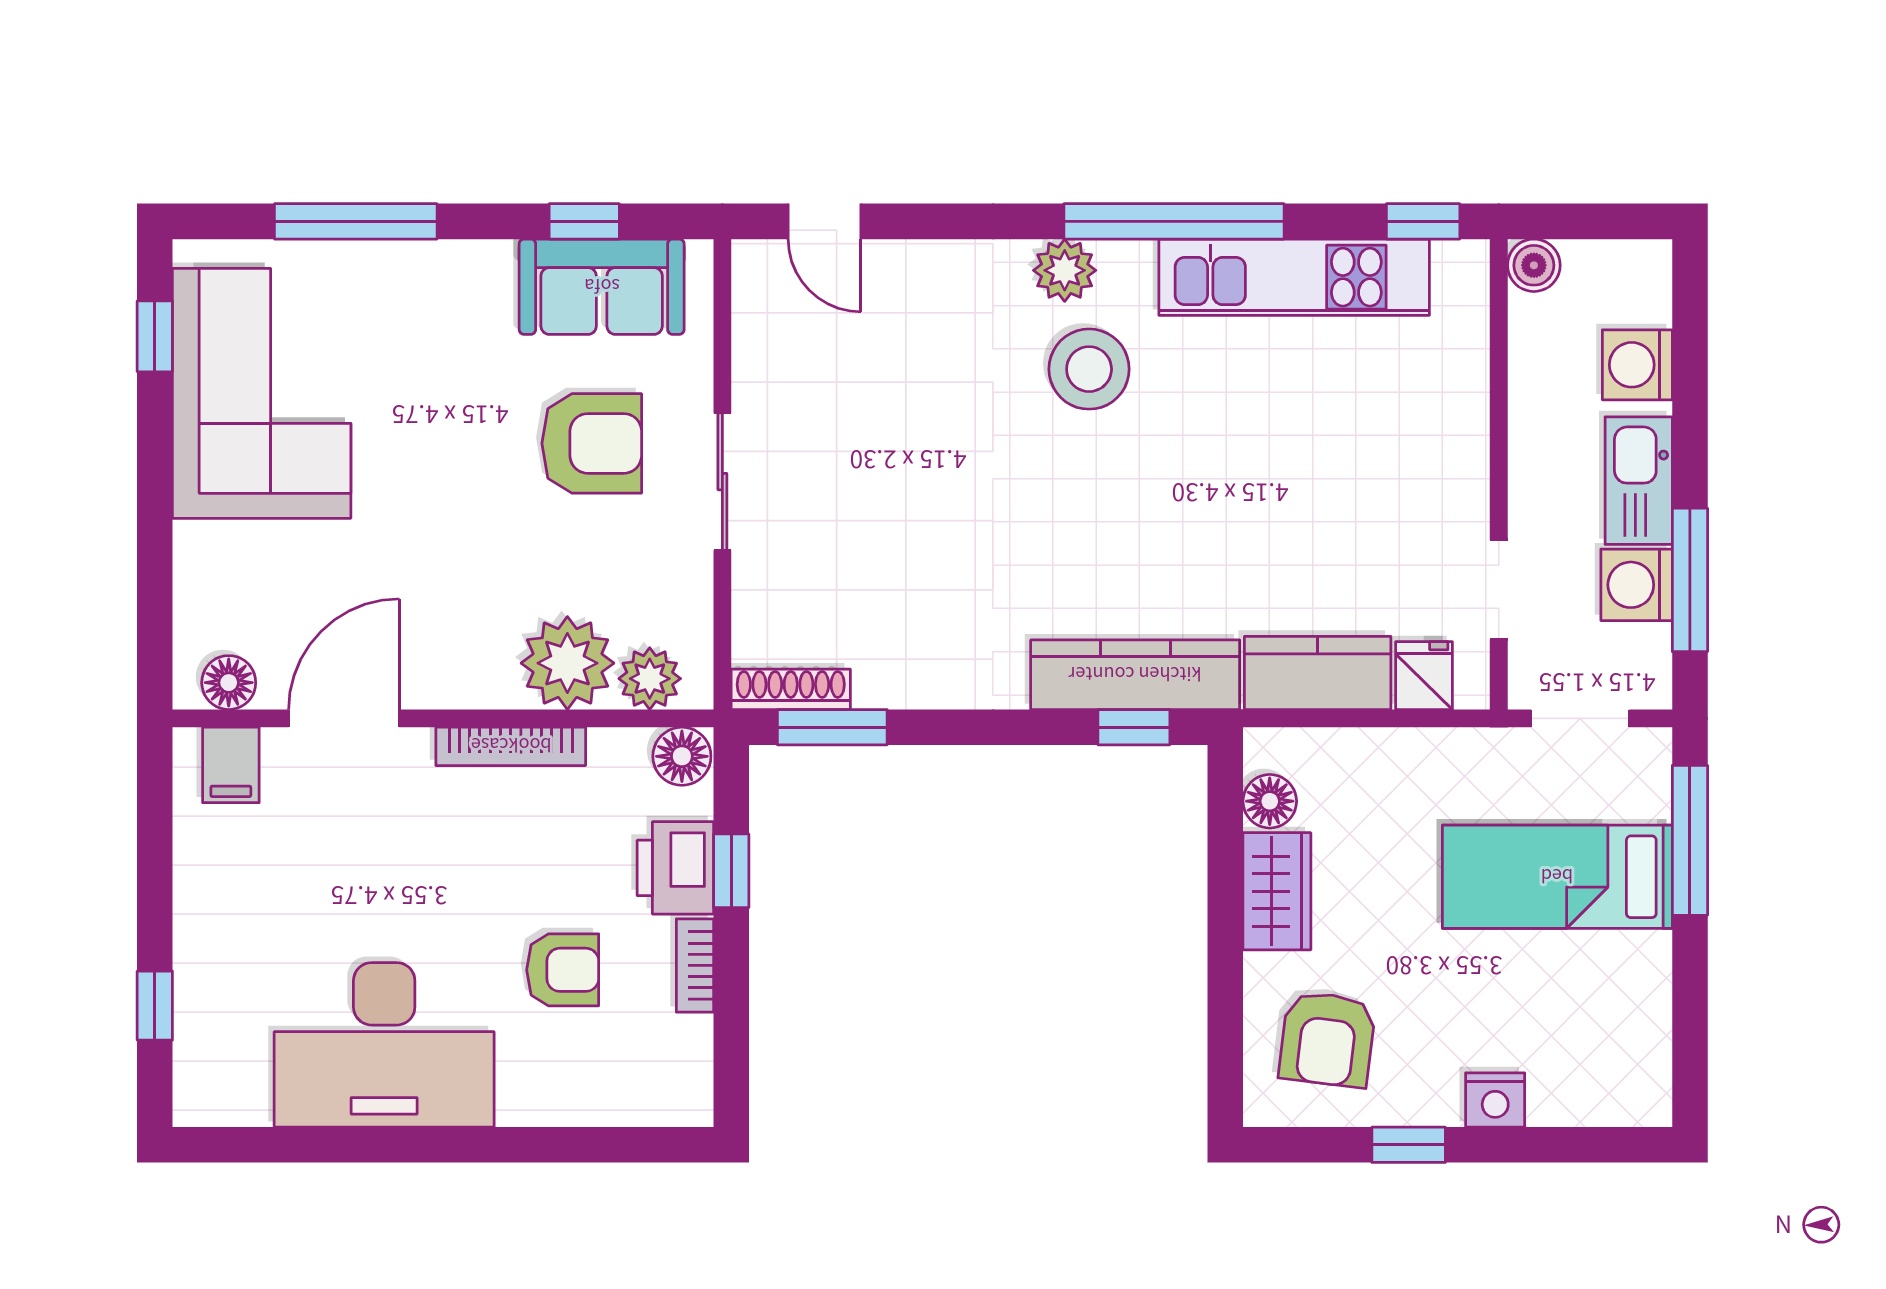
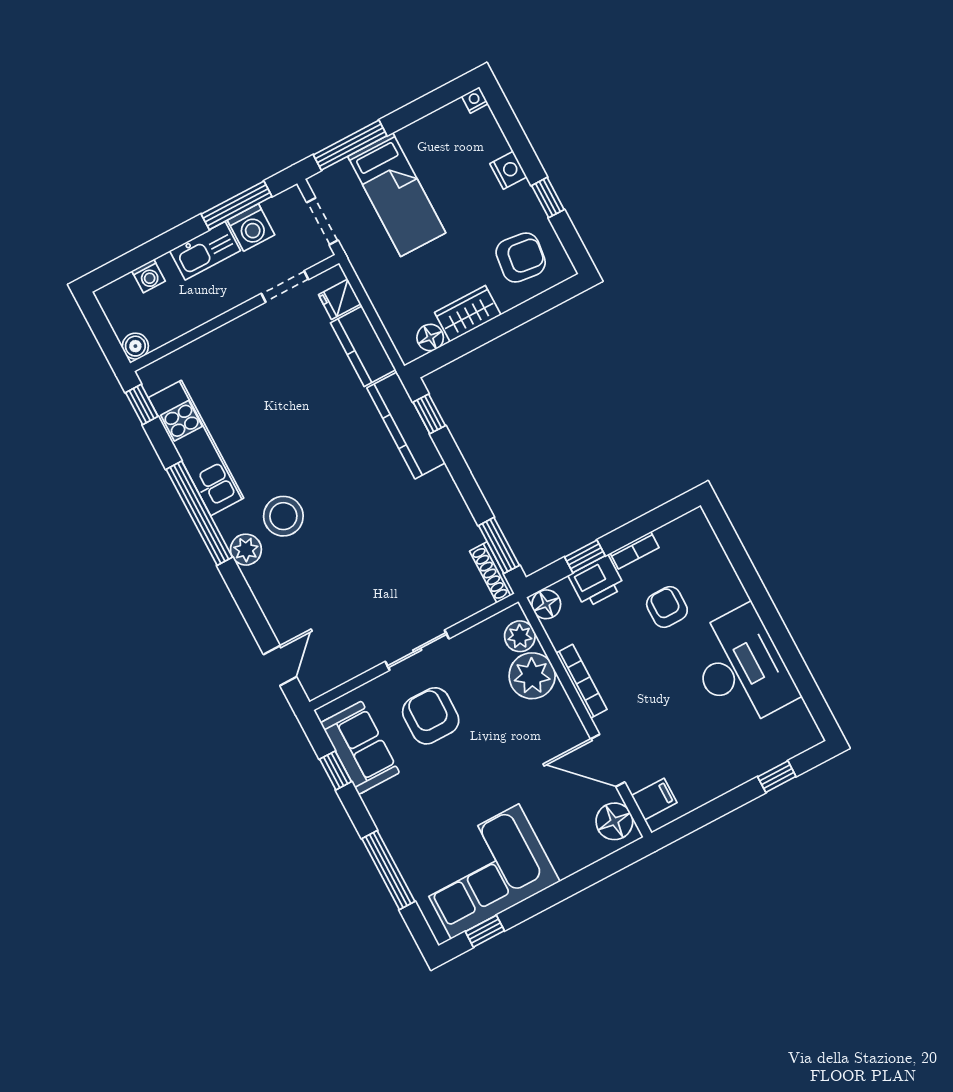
washing machine: (1637, 365) -> (149, 276), width x0.73, depth x0.73
floor lamp: (229, 683) -> (614, 821), width x1.38, depth x1.38
nightstand: (1653, 1106) -> (475, 100), added

